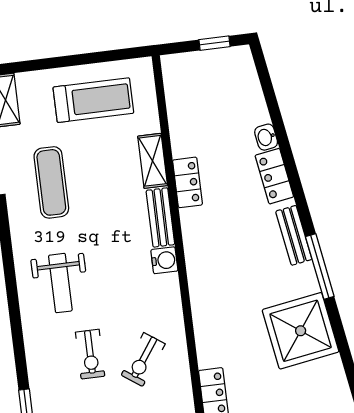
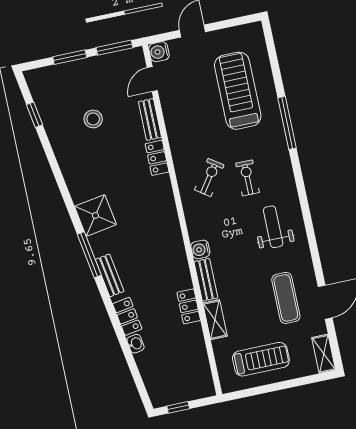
treadmill: (93, 100) -> (261, 359), turned 180
shower: (301, 331) -> (95, 215), width x0.73, depth x0.73

